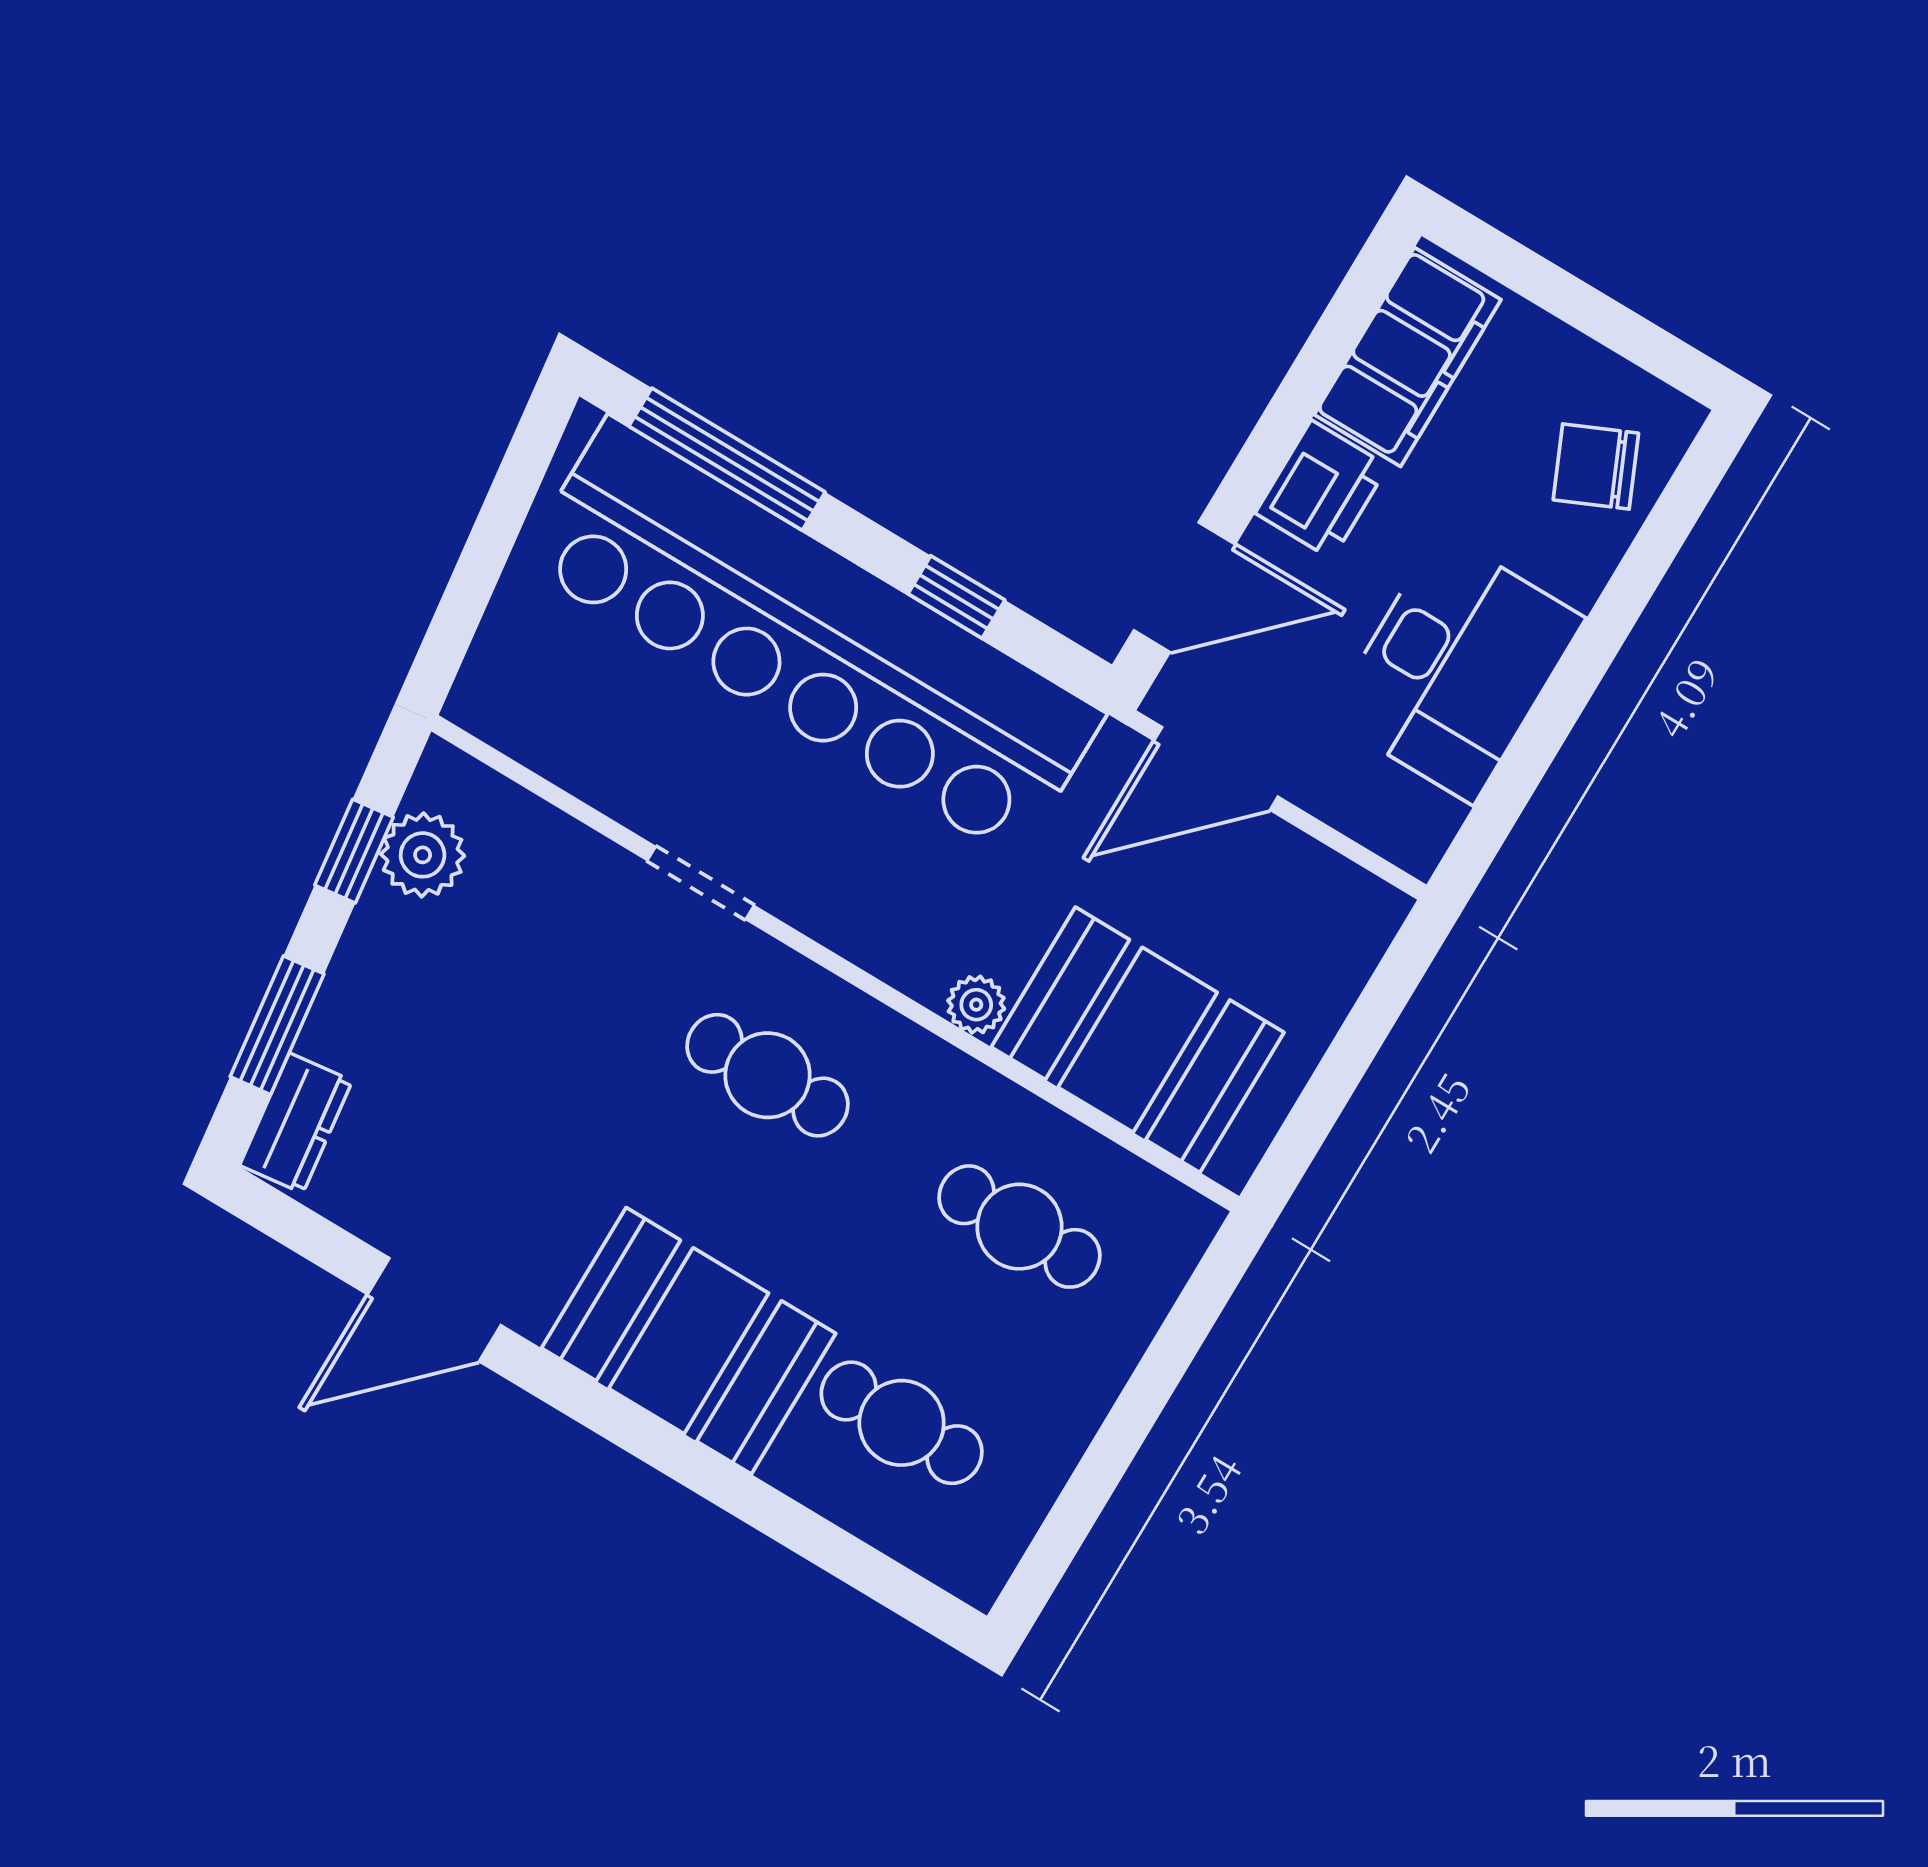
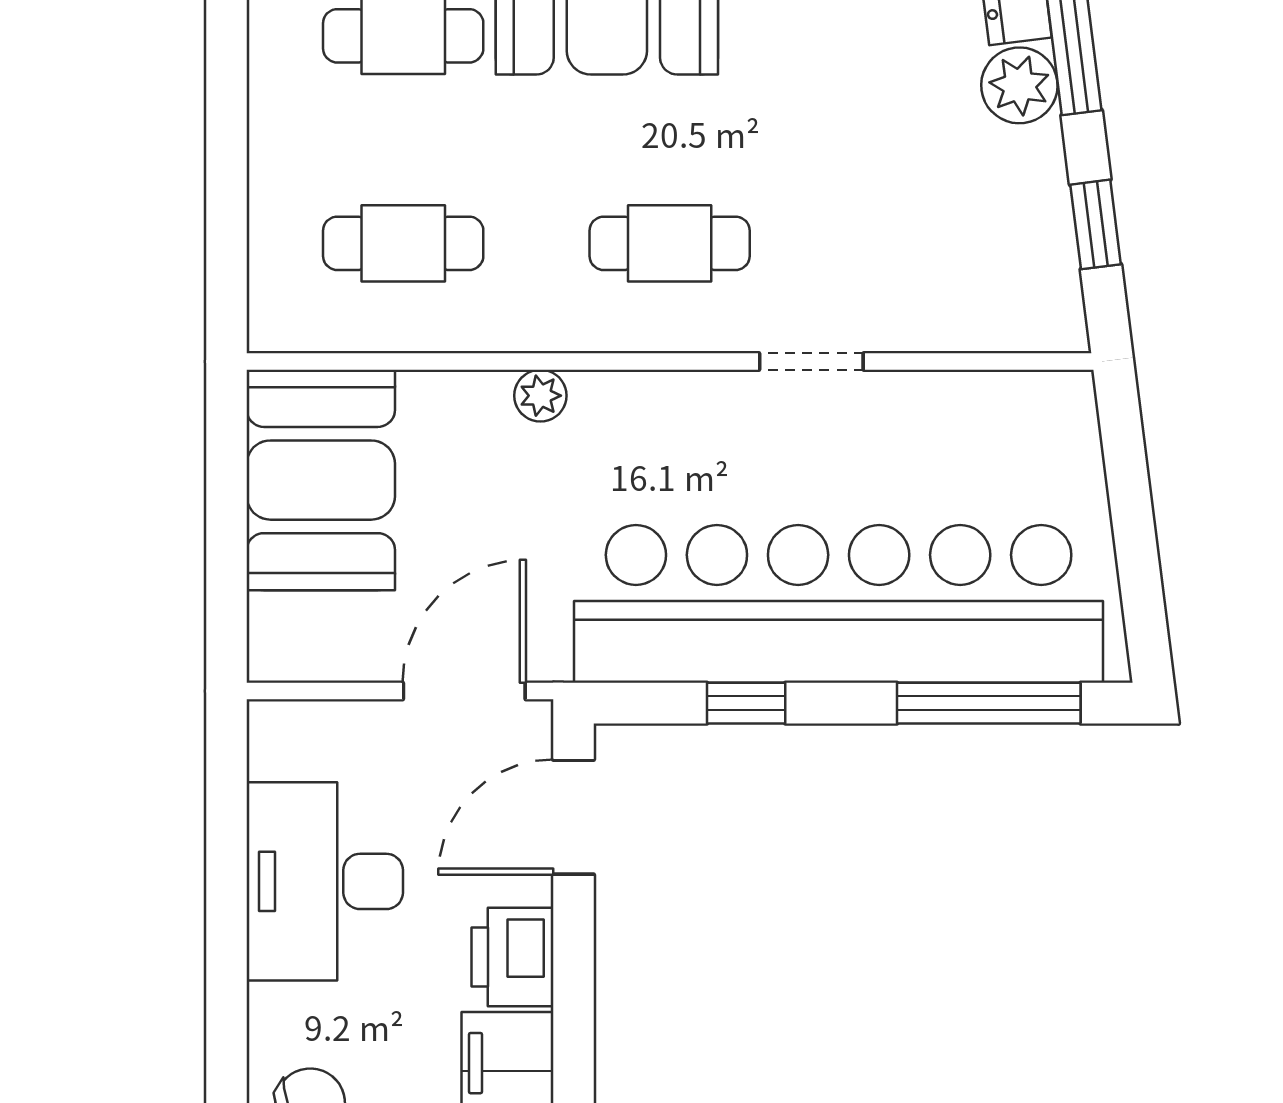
plant: (423, 855) -> (1019, 85), moved
booth: (1138, 1040) -> (321, 480), moved, turned 90

